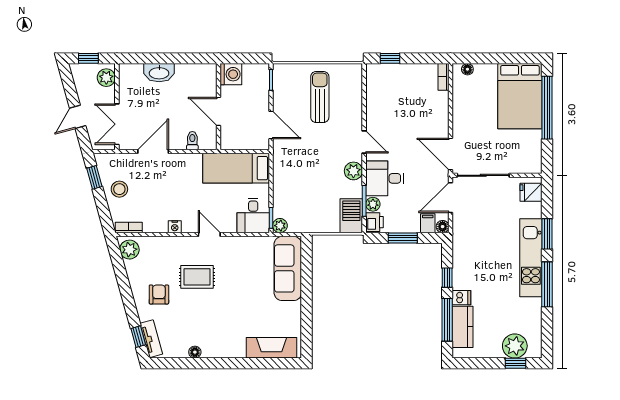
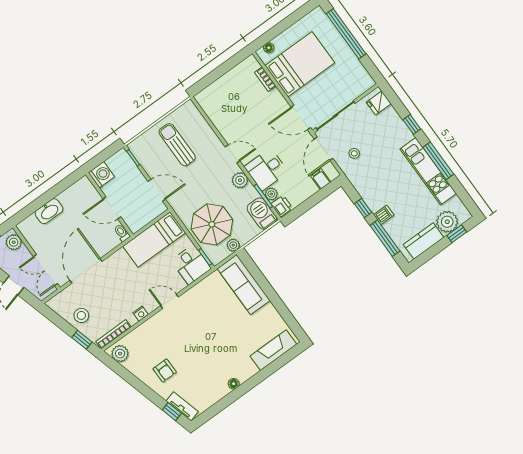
window: (390, 58) -> (207, 80), removed
bookcase: (443, 77) -> (265, 79), moved
bed: (520, 96) -> (300, 64), moved, turned -90
toilet: (192, 141) -> (122, 233), moved
door: (153, 152) -> (86, 271), width x1.36
window: (94, 177) -> (82, 340), moved
parasol: (299, 193) -> (212, 224), added
stool: (475, 222) -> (354, 153), added
plant: (280, 226) -> (233, 245), moved
bookcase: (129, 227) -> (113, 334), width x1.56
floor lamp: (443, 227) -> (333, 174), removed
window: (547, 234) -> (412, 124), width x0.67
window: (403, 238) -> (310, 203), removed
kitchen unit: (531, 258) -> (428, 171), moved
rug: (197, 277) -> (183, 338), removed
armchair: (159, 294) -> (165, 371), turned 180
kitchen counter: (463, 327) -> (424, 241), moved, turned -90
floor lamp: (195, 352) -> (234, 384), moved

